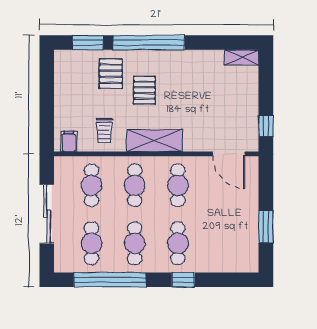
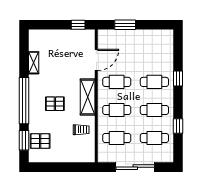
shelving: (242, 57) -> (34, 63), moved
pallet: (111, 74) -> (40, 141), moved
filing cabinet: (69, 141) -> (88, 153), removed
door: (229, 154) -> (96, 60), moved
window: (266, 227) -> (125, 25), moved
window: (110, 280) -> (178, 126), width x0.32

